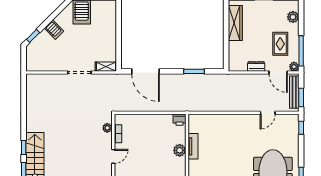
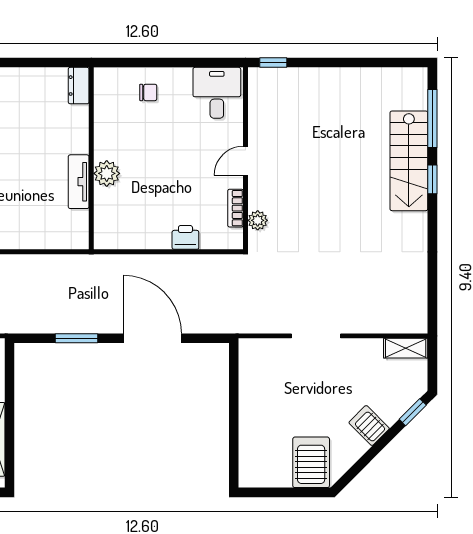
shelving: (106, 67) -> (406, 348), moved
door: (146, 71) -> (152, 338), moved
printer: (180, 120) -> (185, 237), moved

